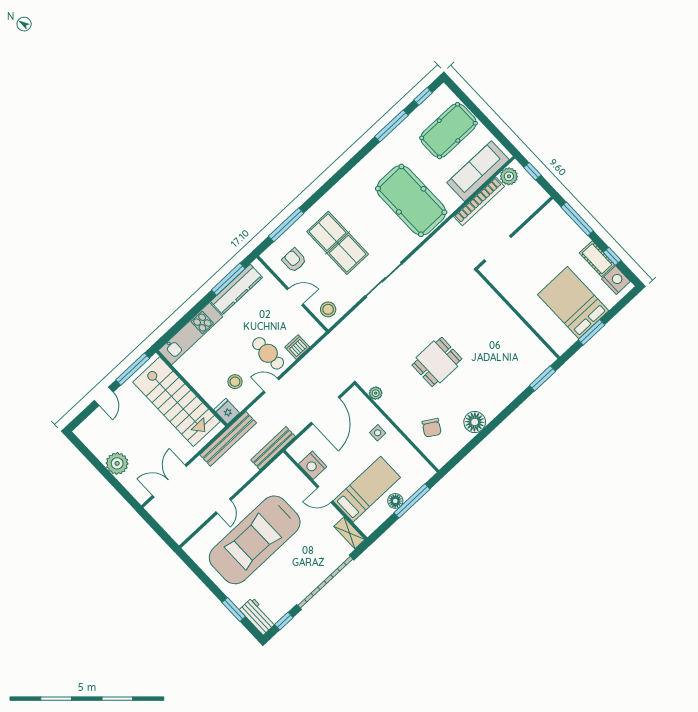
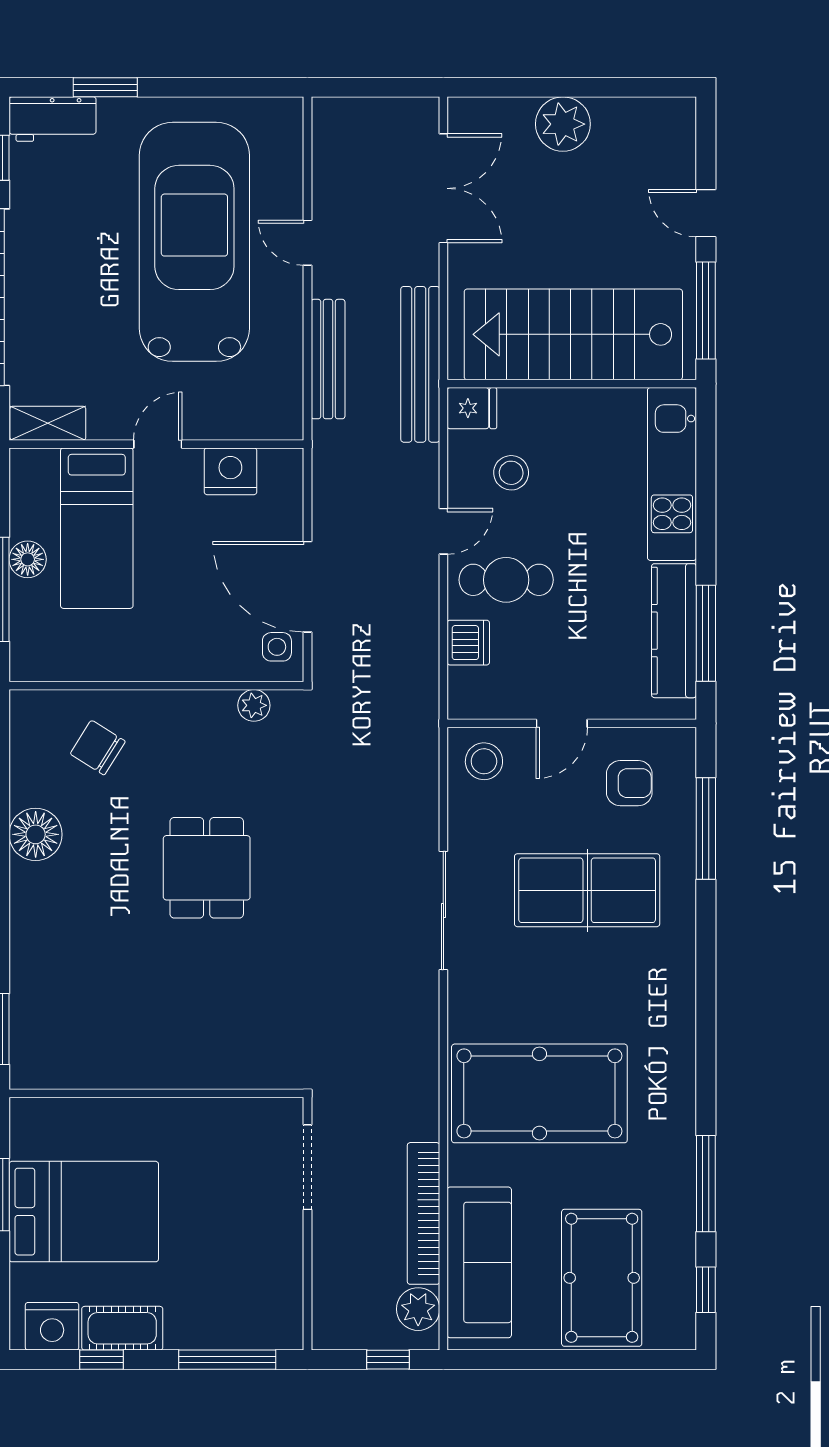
side table: (378, 433) -> (277, 647), moved
bench: (273, 448) -> (328, 359), moved

